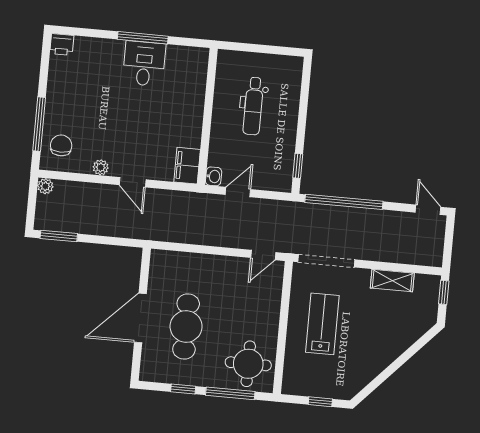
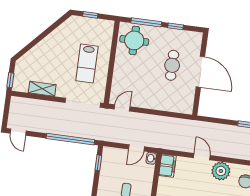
plant: (101, 167) -> (221, 171), width x1.88, depth x1.88
door: (140, 318) -> (200, 72), hinge flipped
cafe table: (186, 327) -> (172, 65), width x0.73, depth x0.74

